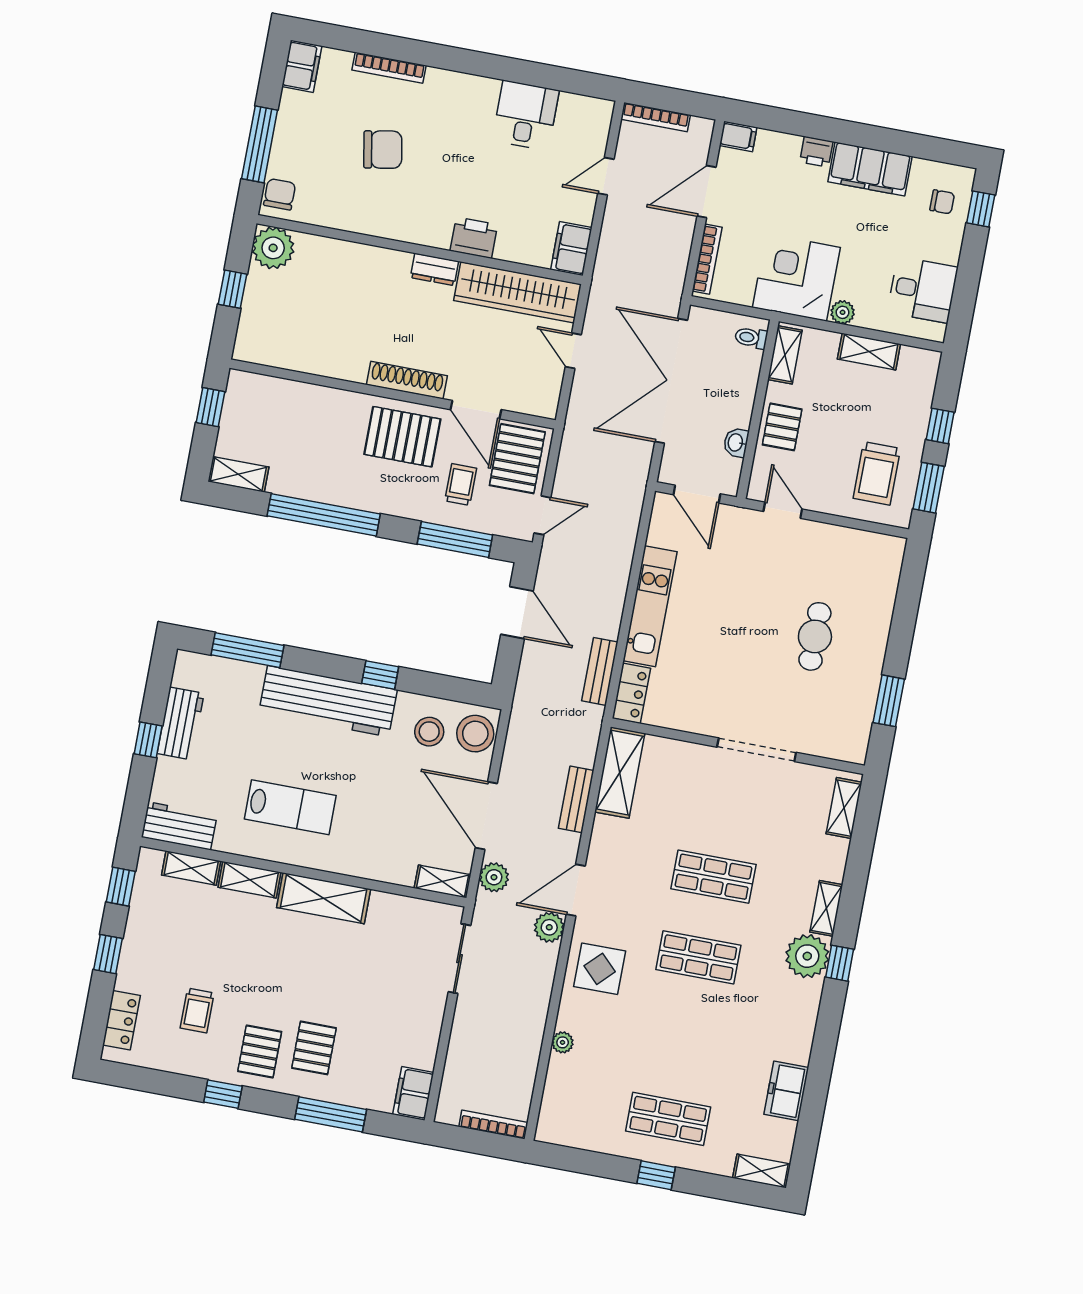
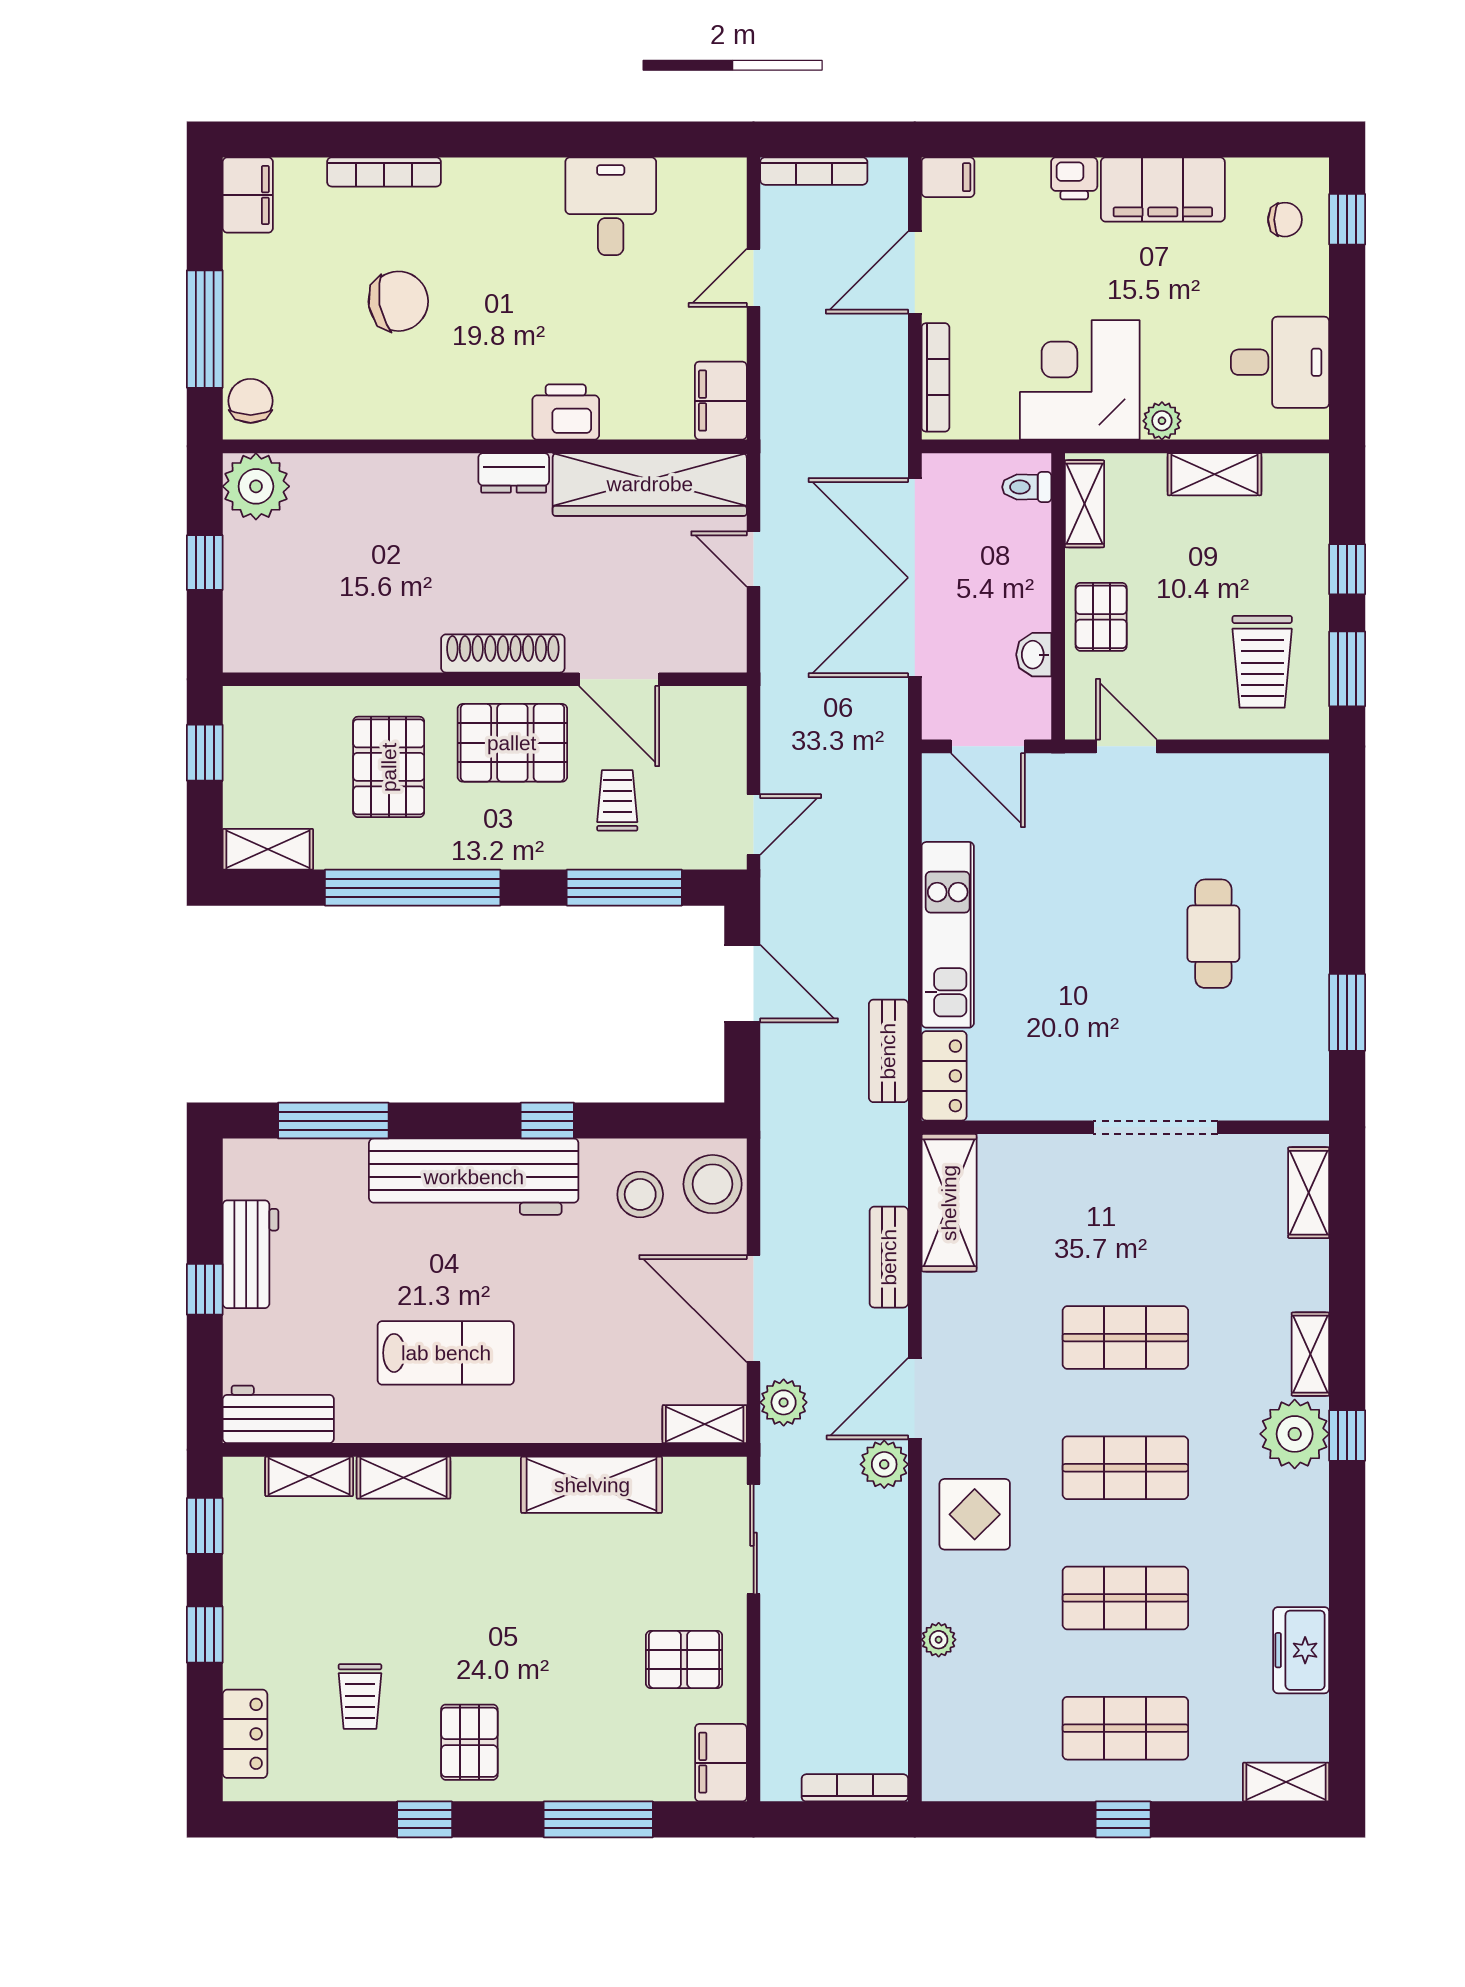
pallet: (517, 459) -> (389, 767), moved
shelving: (324, 898) -> (592, 1485), moved
shop shelf: (683, 1038) -> (1125, 1598), added
pallet: (314, 1048) -> (684, 1660), moved, turned 90

